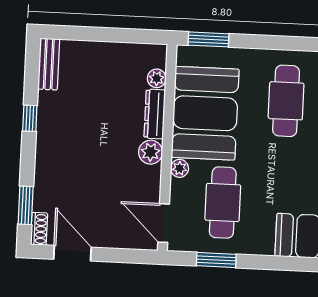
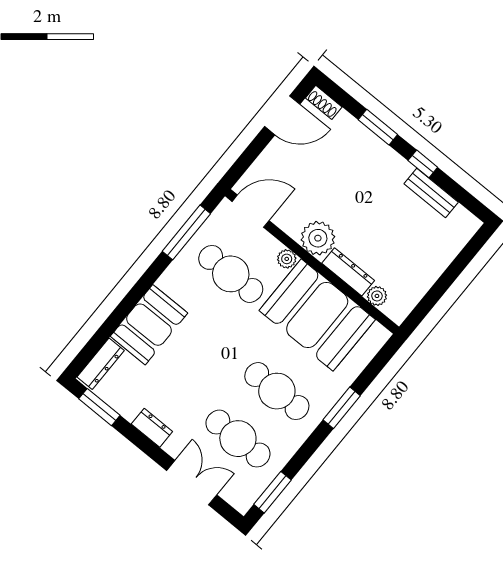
window: (209, 39) -> (342, 408), moved
bench: (49, 64) -> (431, 193), moved
plant: (151, 152) -> (318, 238), width x1.36, depth x1.36
window: (26, 205) -> (378, 127), moved
window: (216, 260) -> (186, 232), width x1.44

